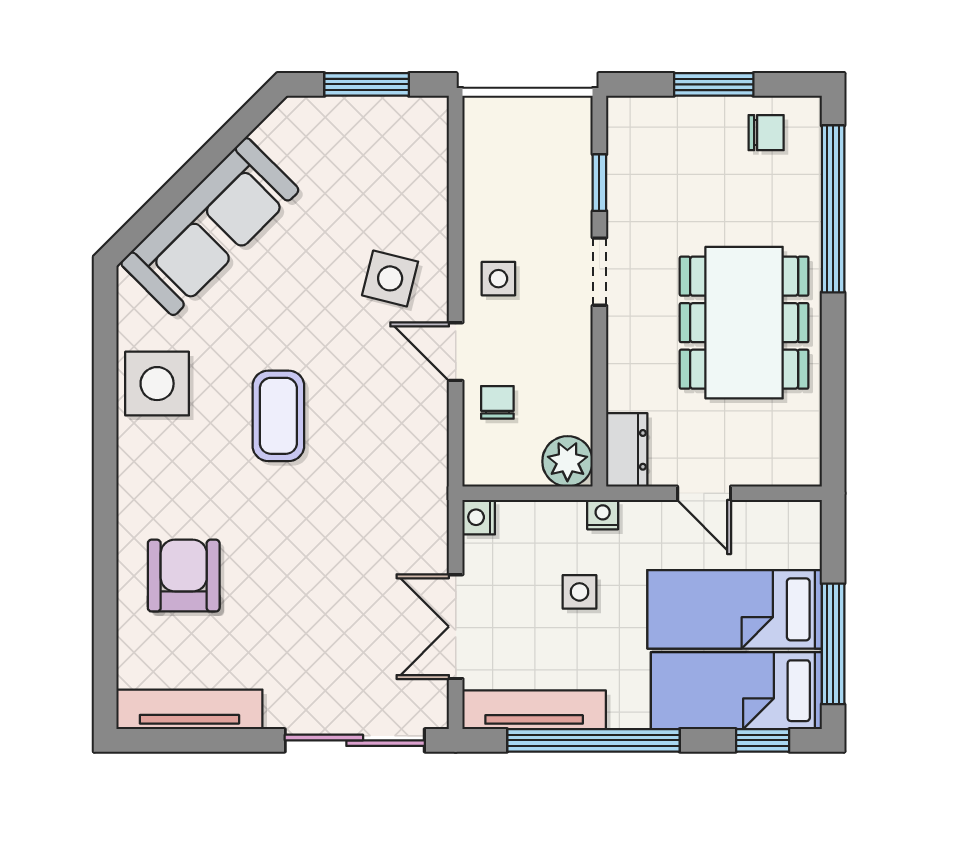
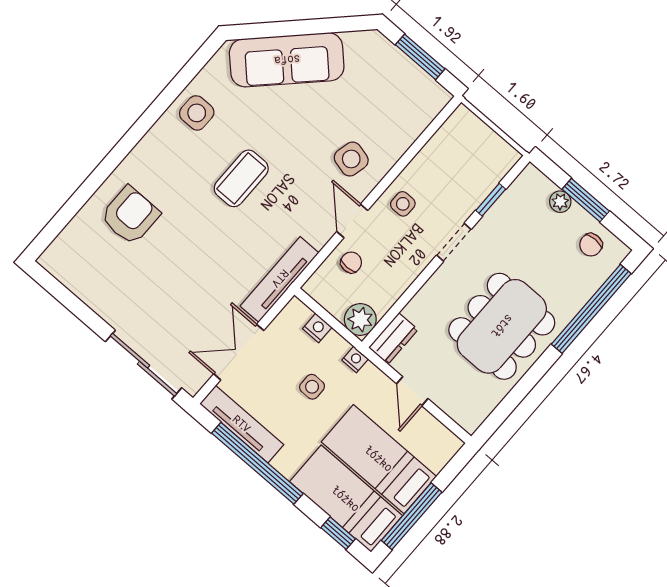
plant: (685, 113) -> (560, 202), added
chair: (766, 133) -> (591, 245), turned 90
side table: (157, 384) -> (197, 113), width x0.73, depth x0.73
nightstand: (479, 517) -> (317, 328), moved, turned 90
tv unit: (189, 709) -> (280, 279), moved, turned -90

